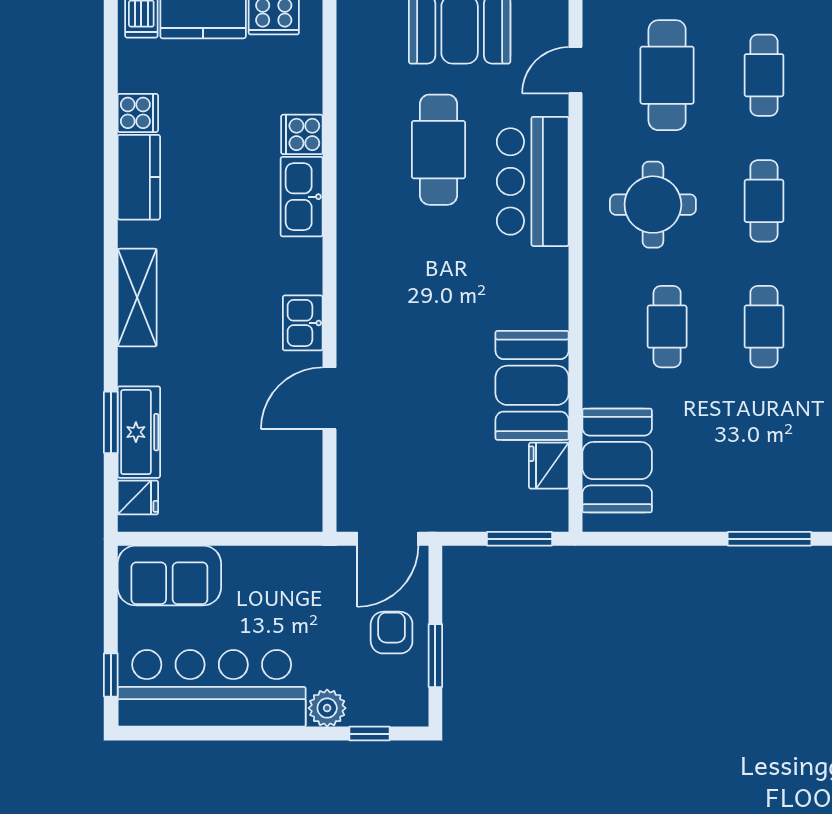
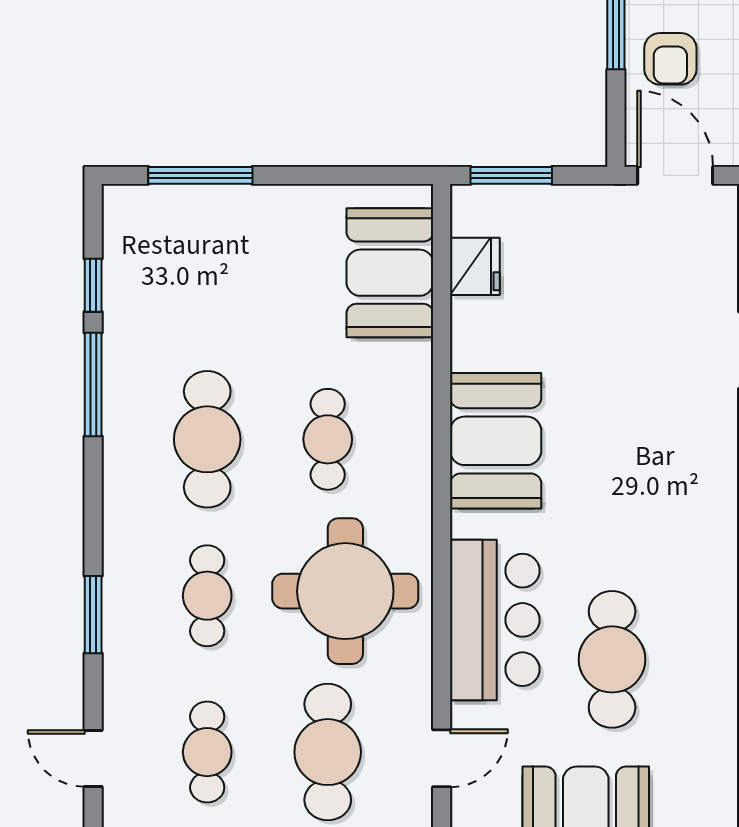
round table: (653, 205) -> (345, 591), width x1.36, depth x1.36
cafe table: (764, 327) -> (207, 439), width x1.37, depth x1.35
booth: (532, 385) -> (496, 441), moved
door: (388, 539) -> (675, 175), hinge flipped

